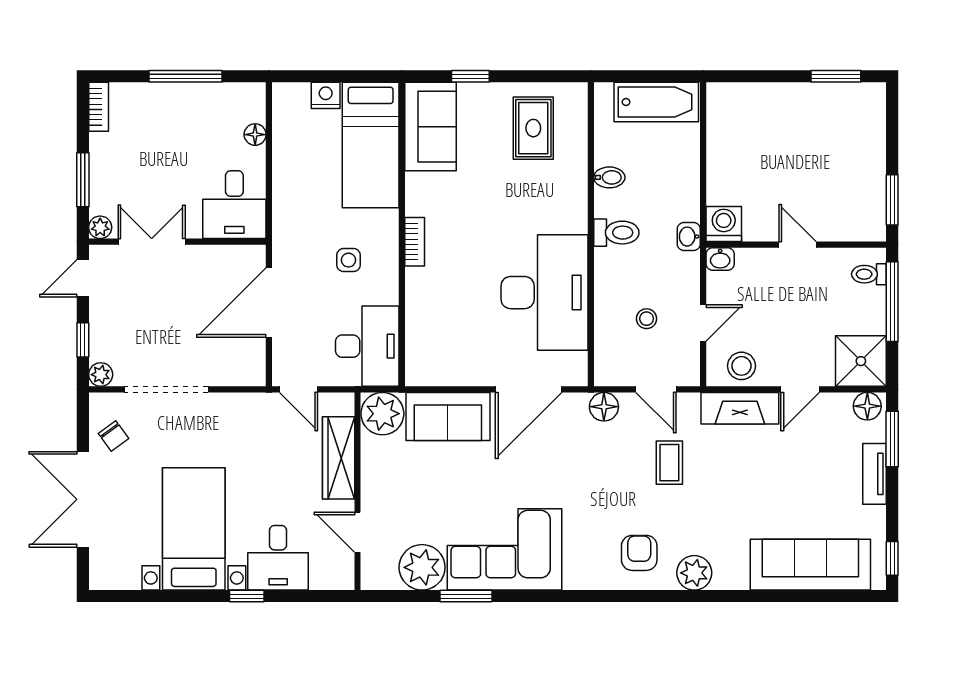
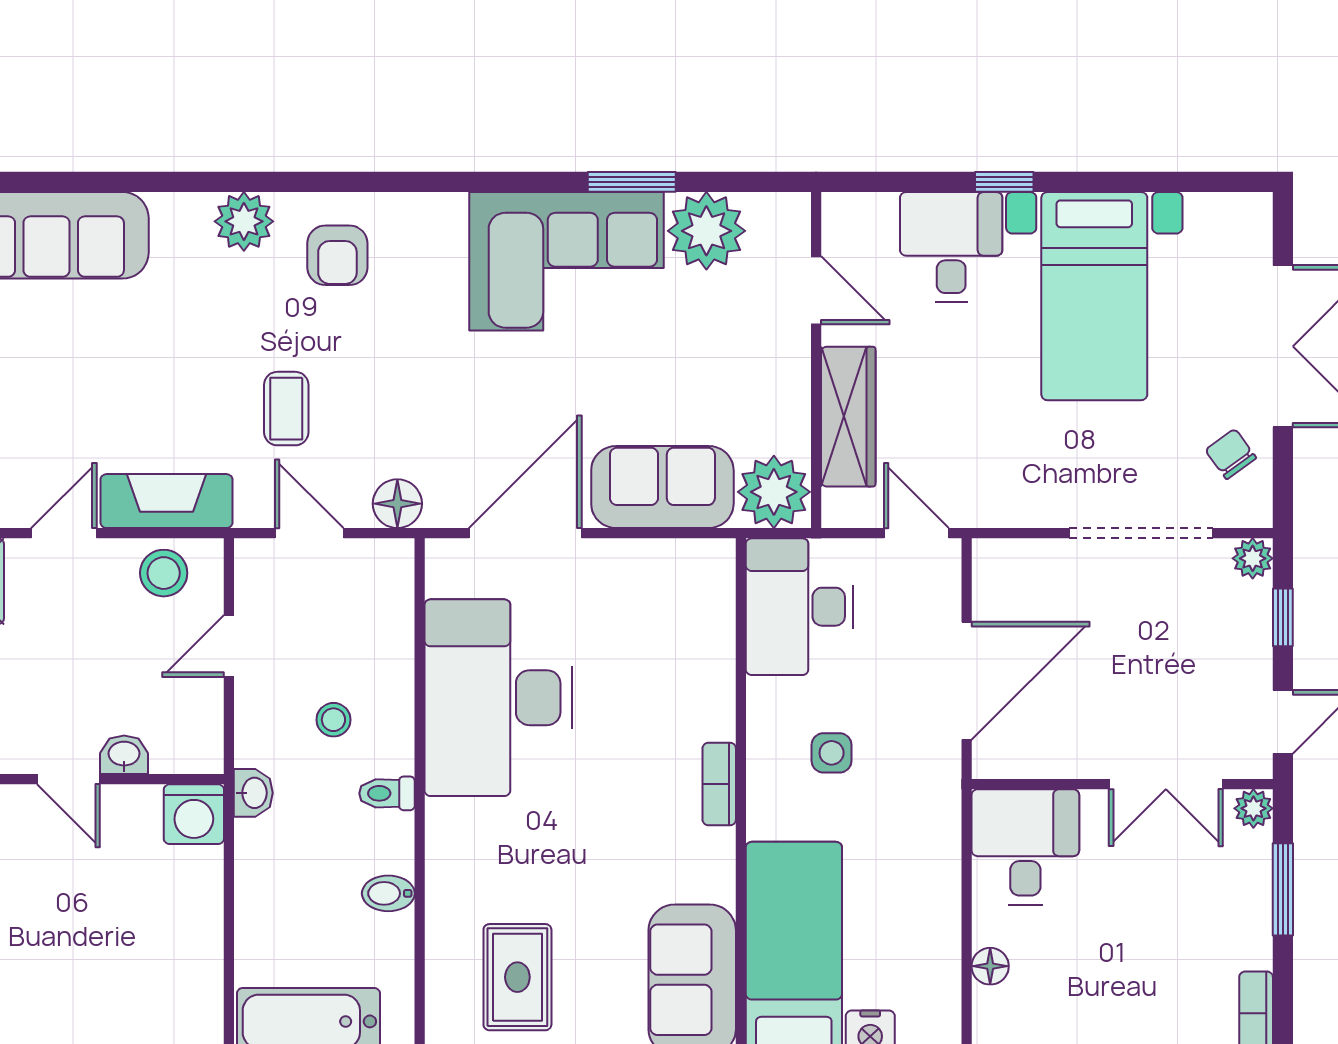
toilet: (616, 233) -> (387, 793), width x0.73, depth x0.72
washbasin: (720, 259) -> (124, 755), moved
stool: (647, 319) -> (333, 720), moved

